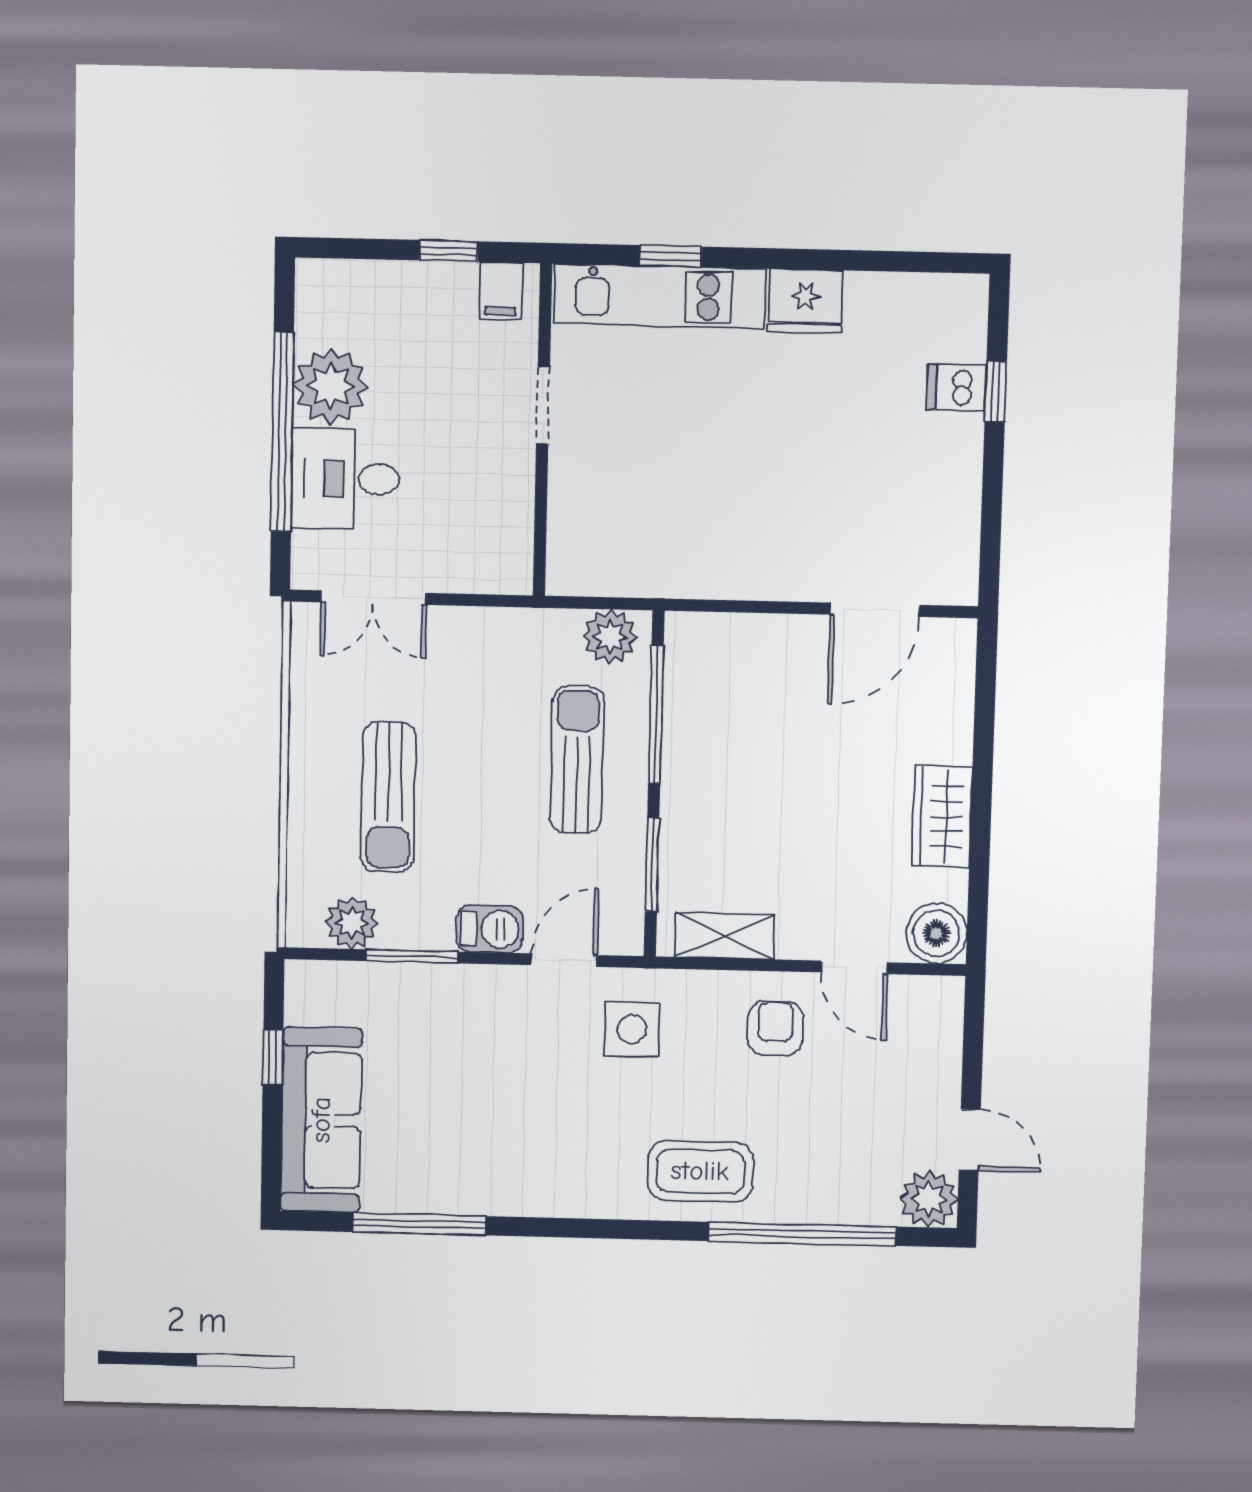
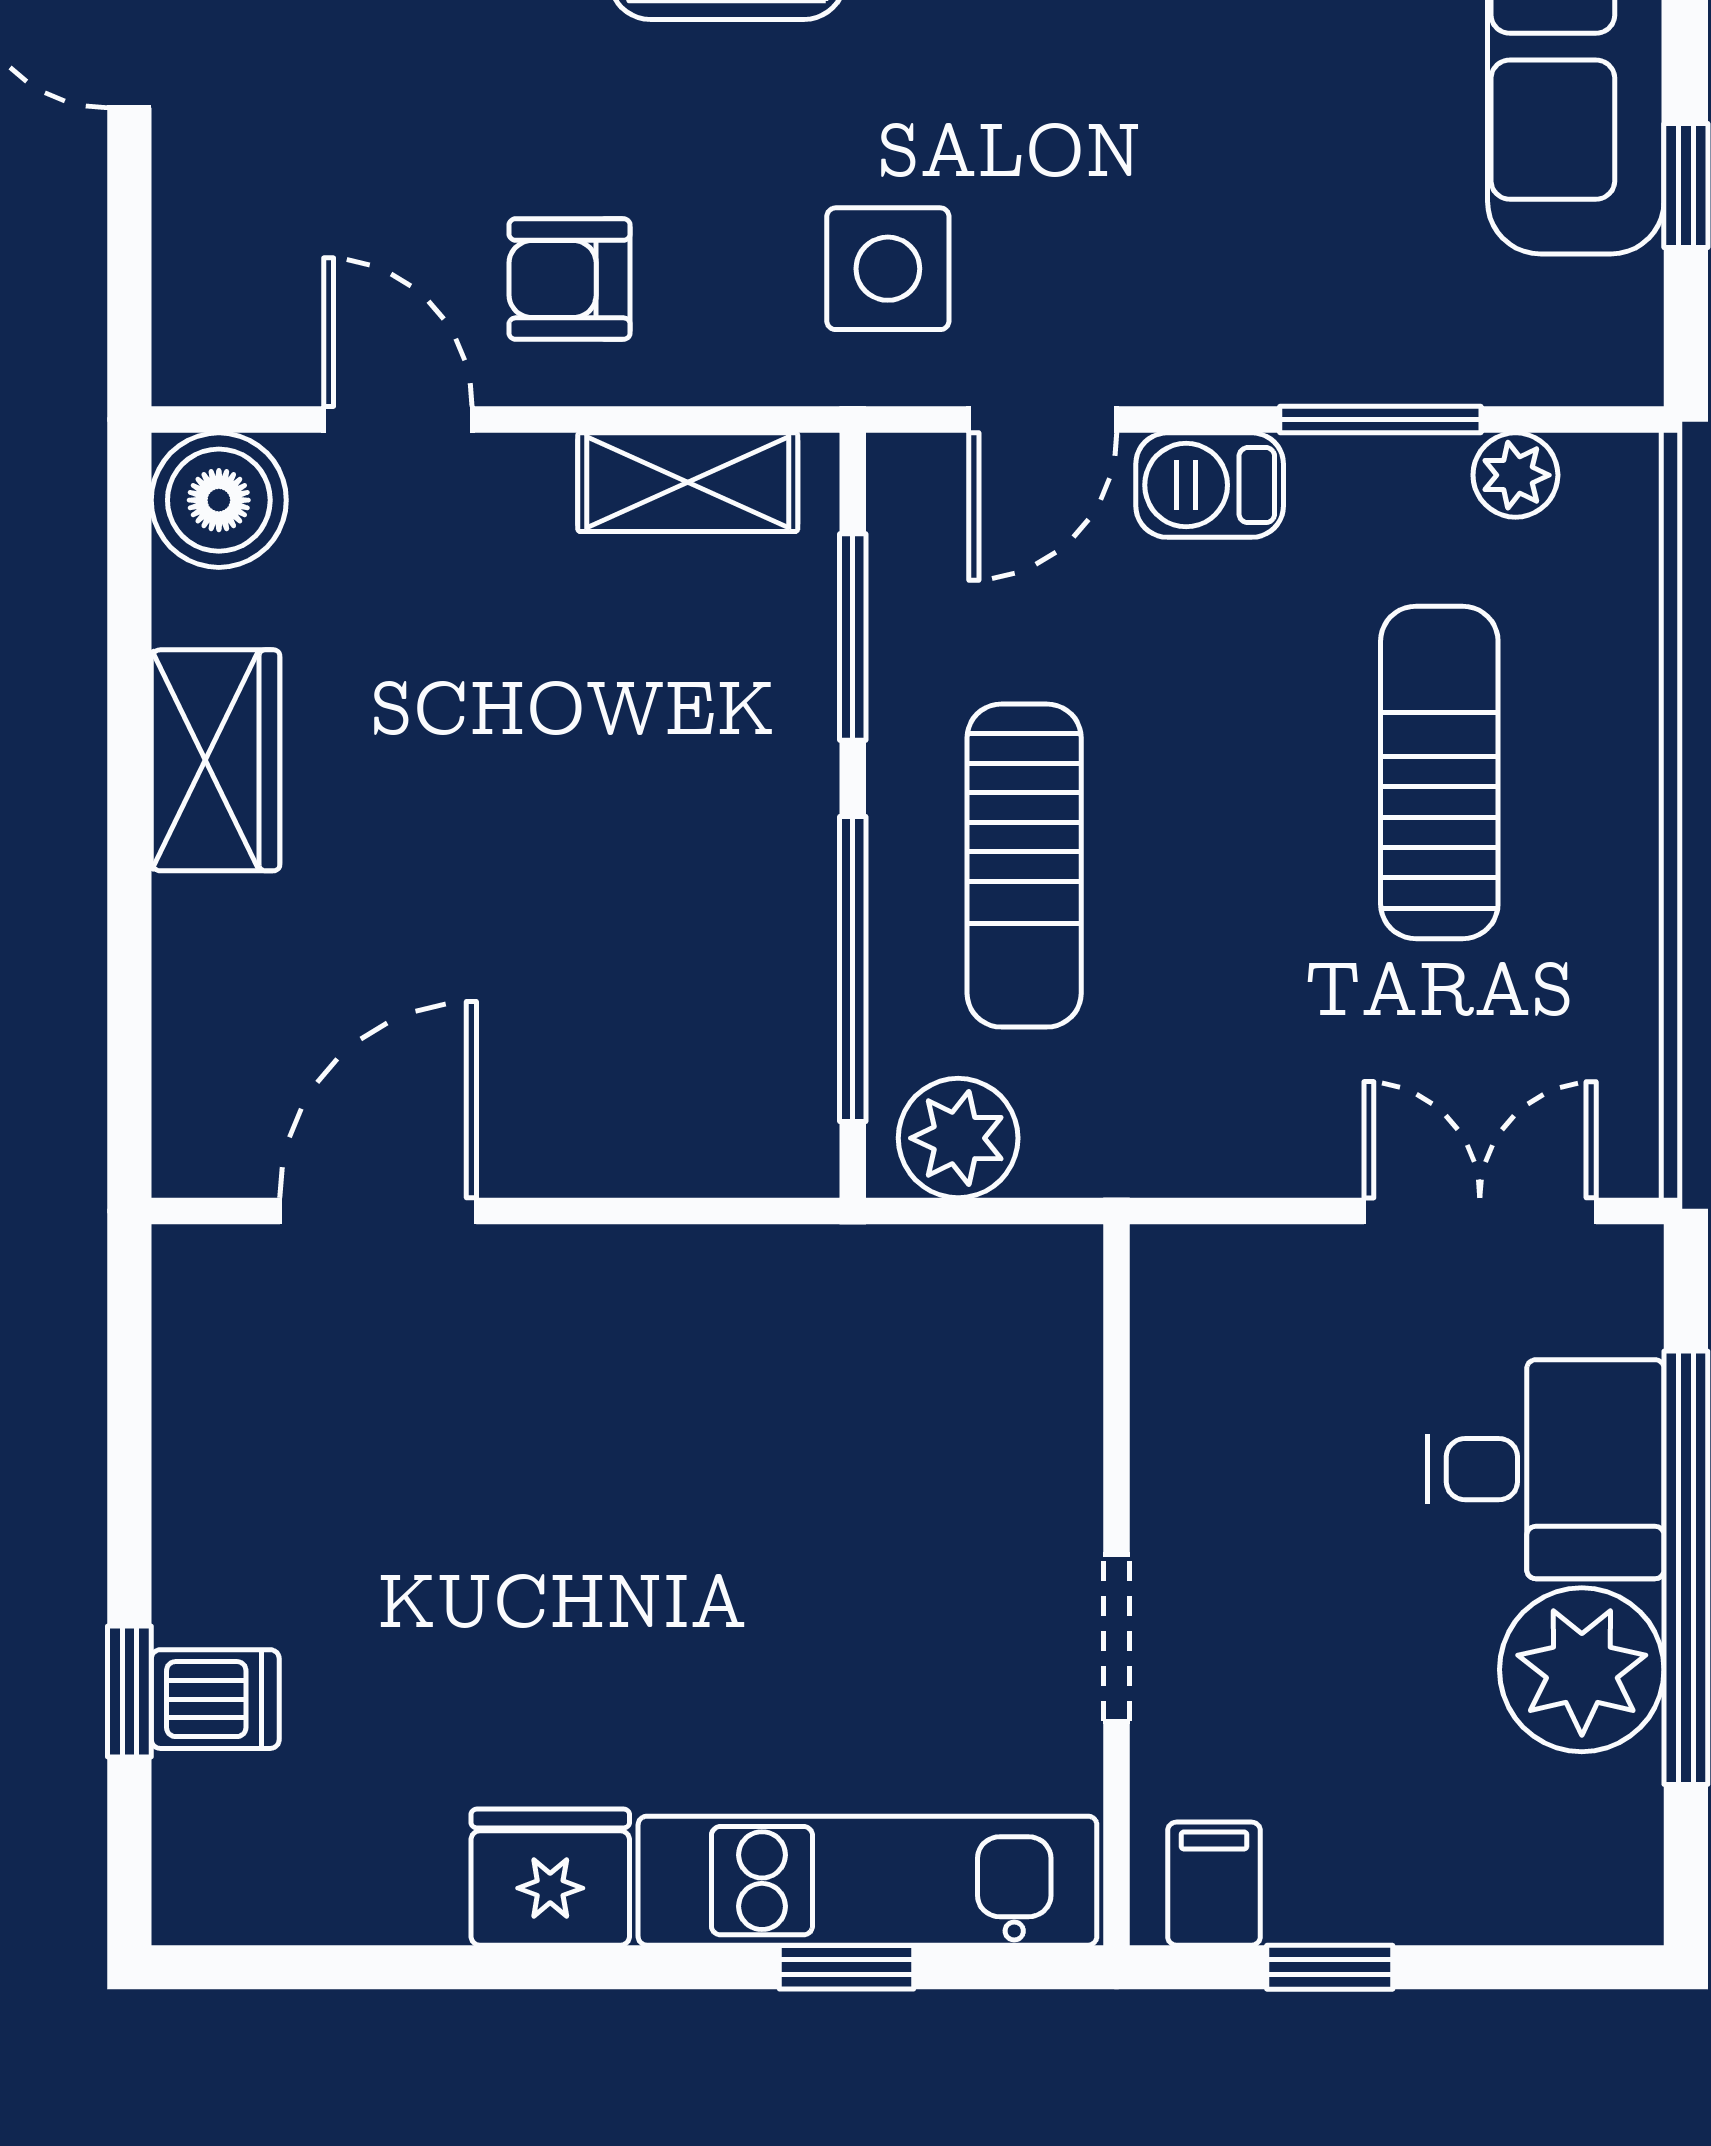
plant: (352, 923) -> (1515, 475), width x0.73, depth x0.73
armchair: (775, 1028) -> (570, 279), turned 90

